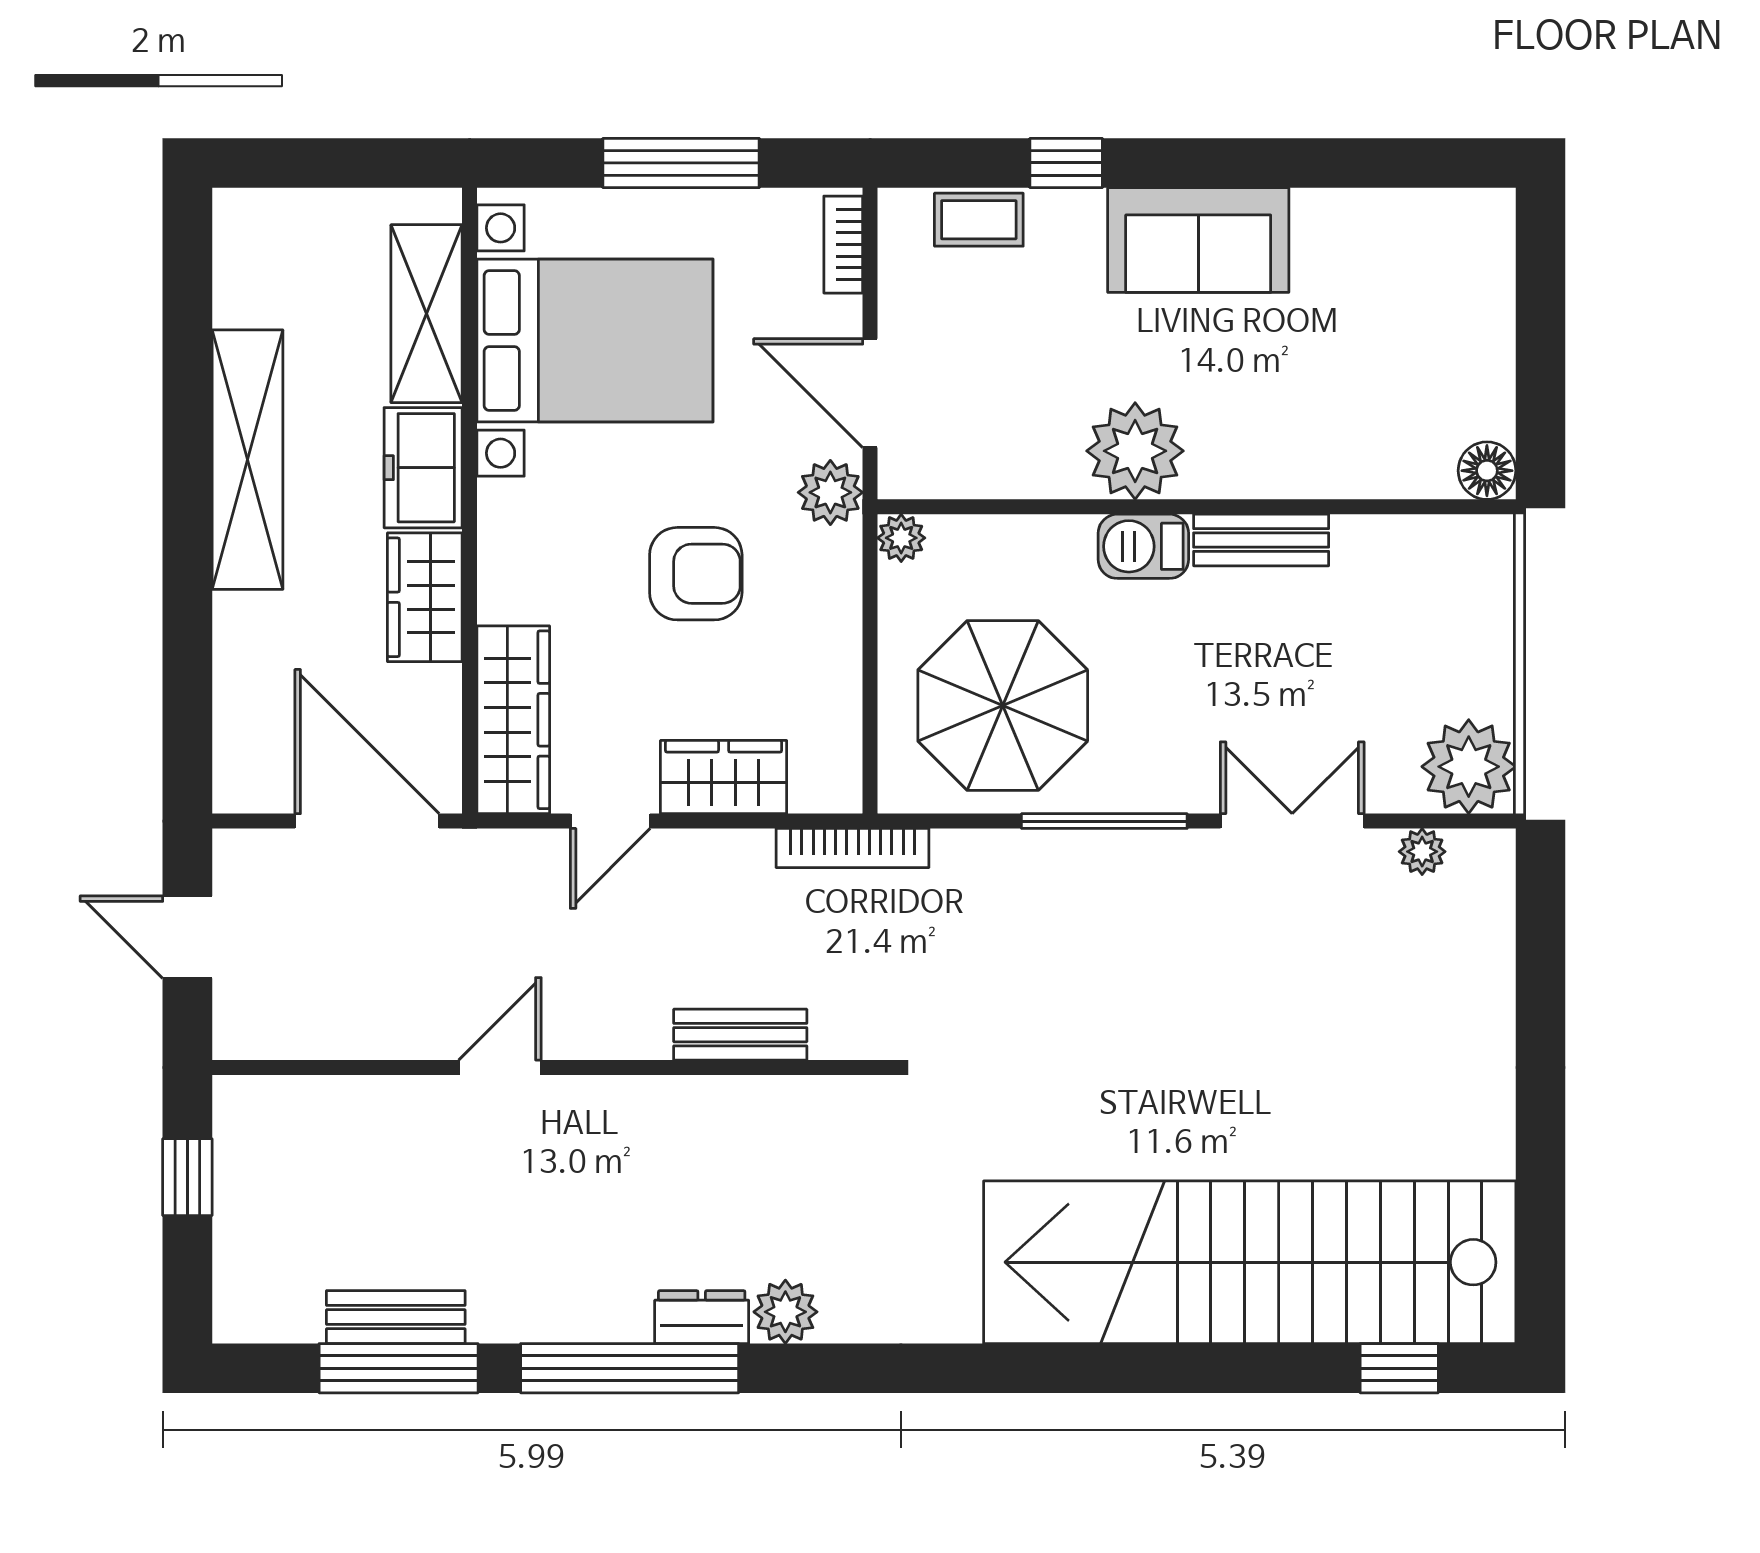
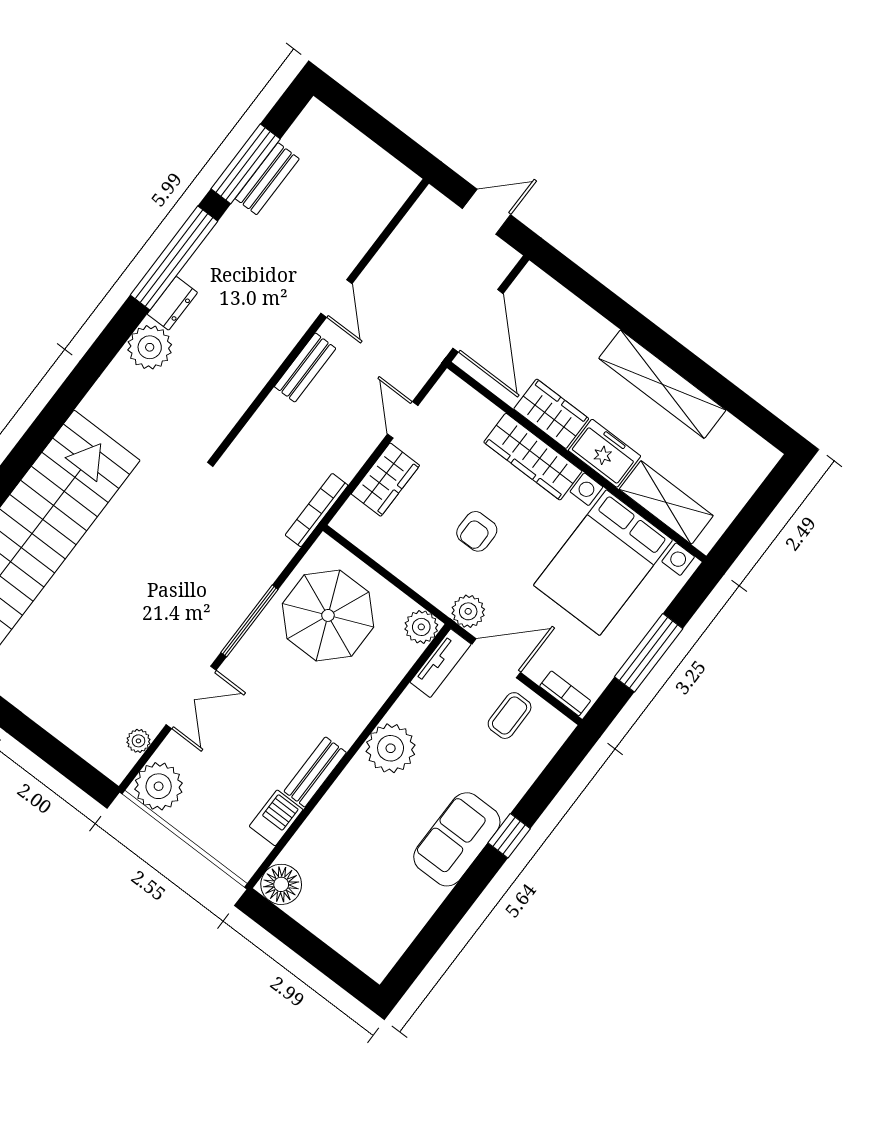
window: (1066, 163) -> (509, 836), moved
coffee table: (979, 220) -> (510, 716), moved
floor lamp: (1487, 471) -> (281, 884), width x1.38, depth x1.38
tv unit: (944, 474) -> (440, 663), added
plant: (901, 538) -> (421, 627), width x1.38, depth x1.38
barbecue: (1143, 546) -> (276, 818), moved
armchair: (696, 574) -> (477, 531), width x0.72, depth x0.72
wardrobe: (513, 720) -> (533, 457), moved
door: (367, 821) -> (478, 321), hinge flipped
bench: (740, 1035) -> (305, 368), moved
window: (187, 1177) -> (389, 137), removed
plant: (785, 1312) -> (150, 347), width x1.36, depth x1.36

